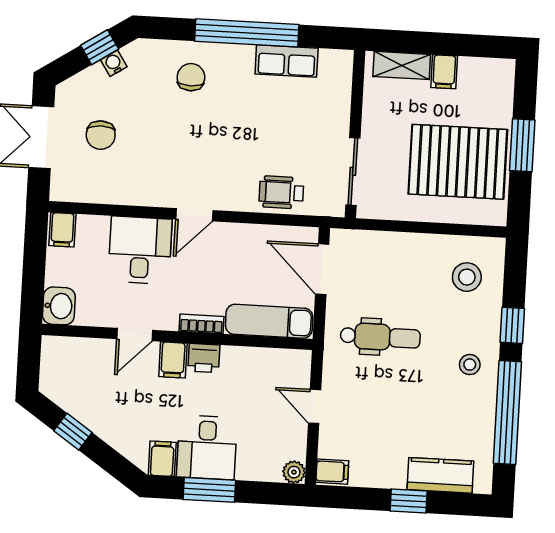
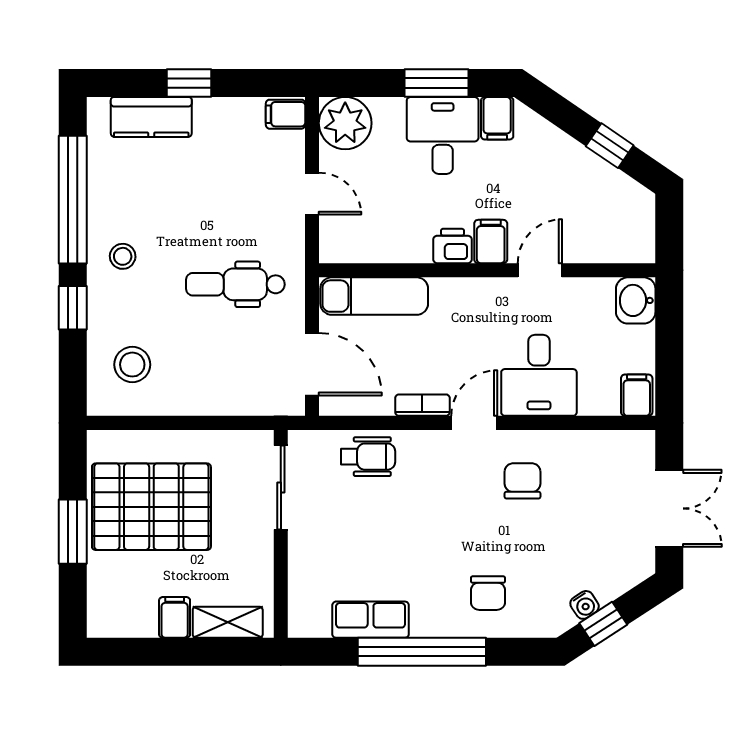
chair: (101, 135) -> (523, 481), moved
bookcase: (201, 324) -> (422, 405), moved, turned 180
plant: (294, 472) -> (345, 123), width x1.87, depth x1.87

